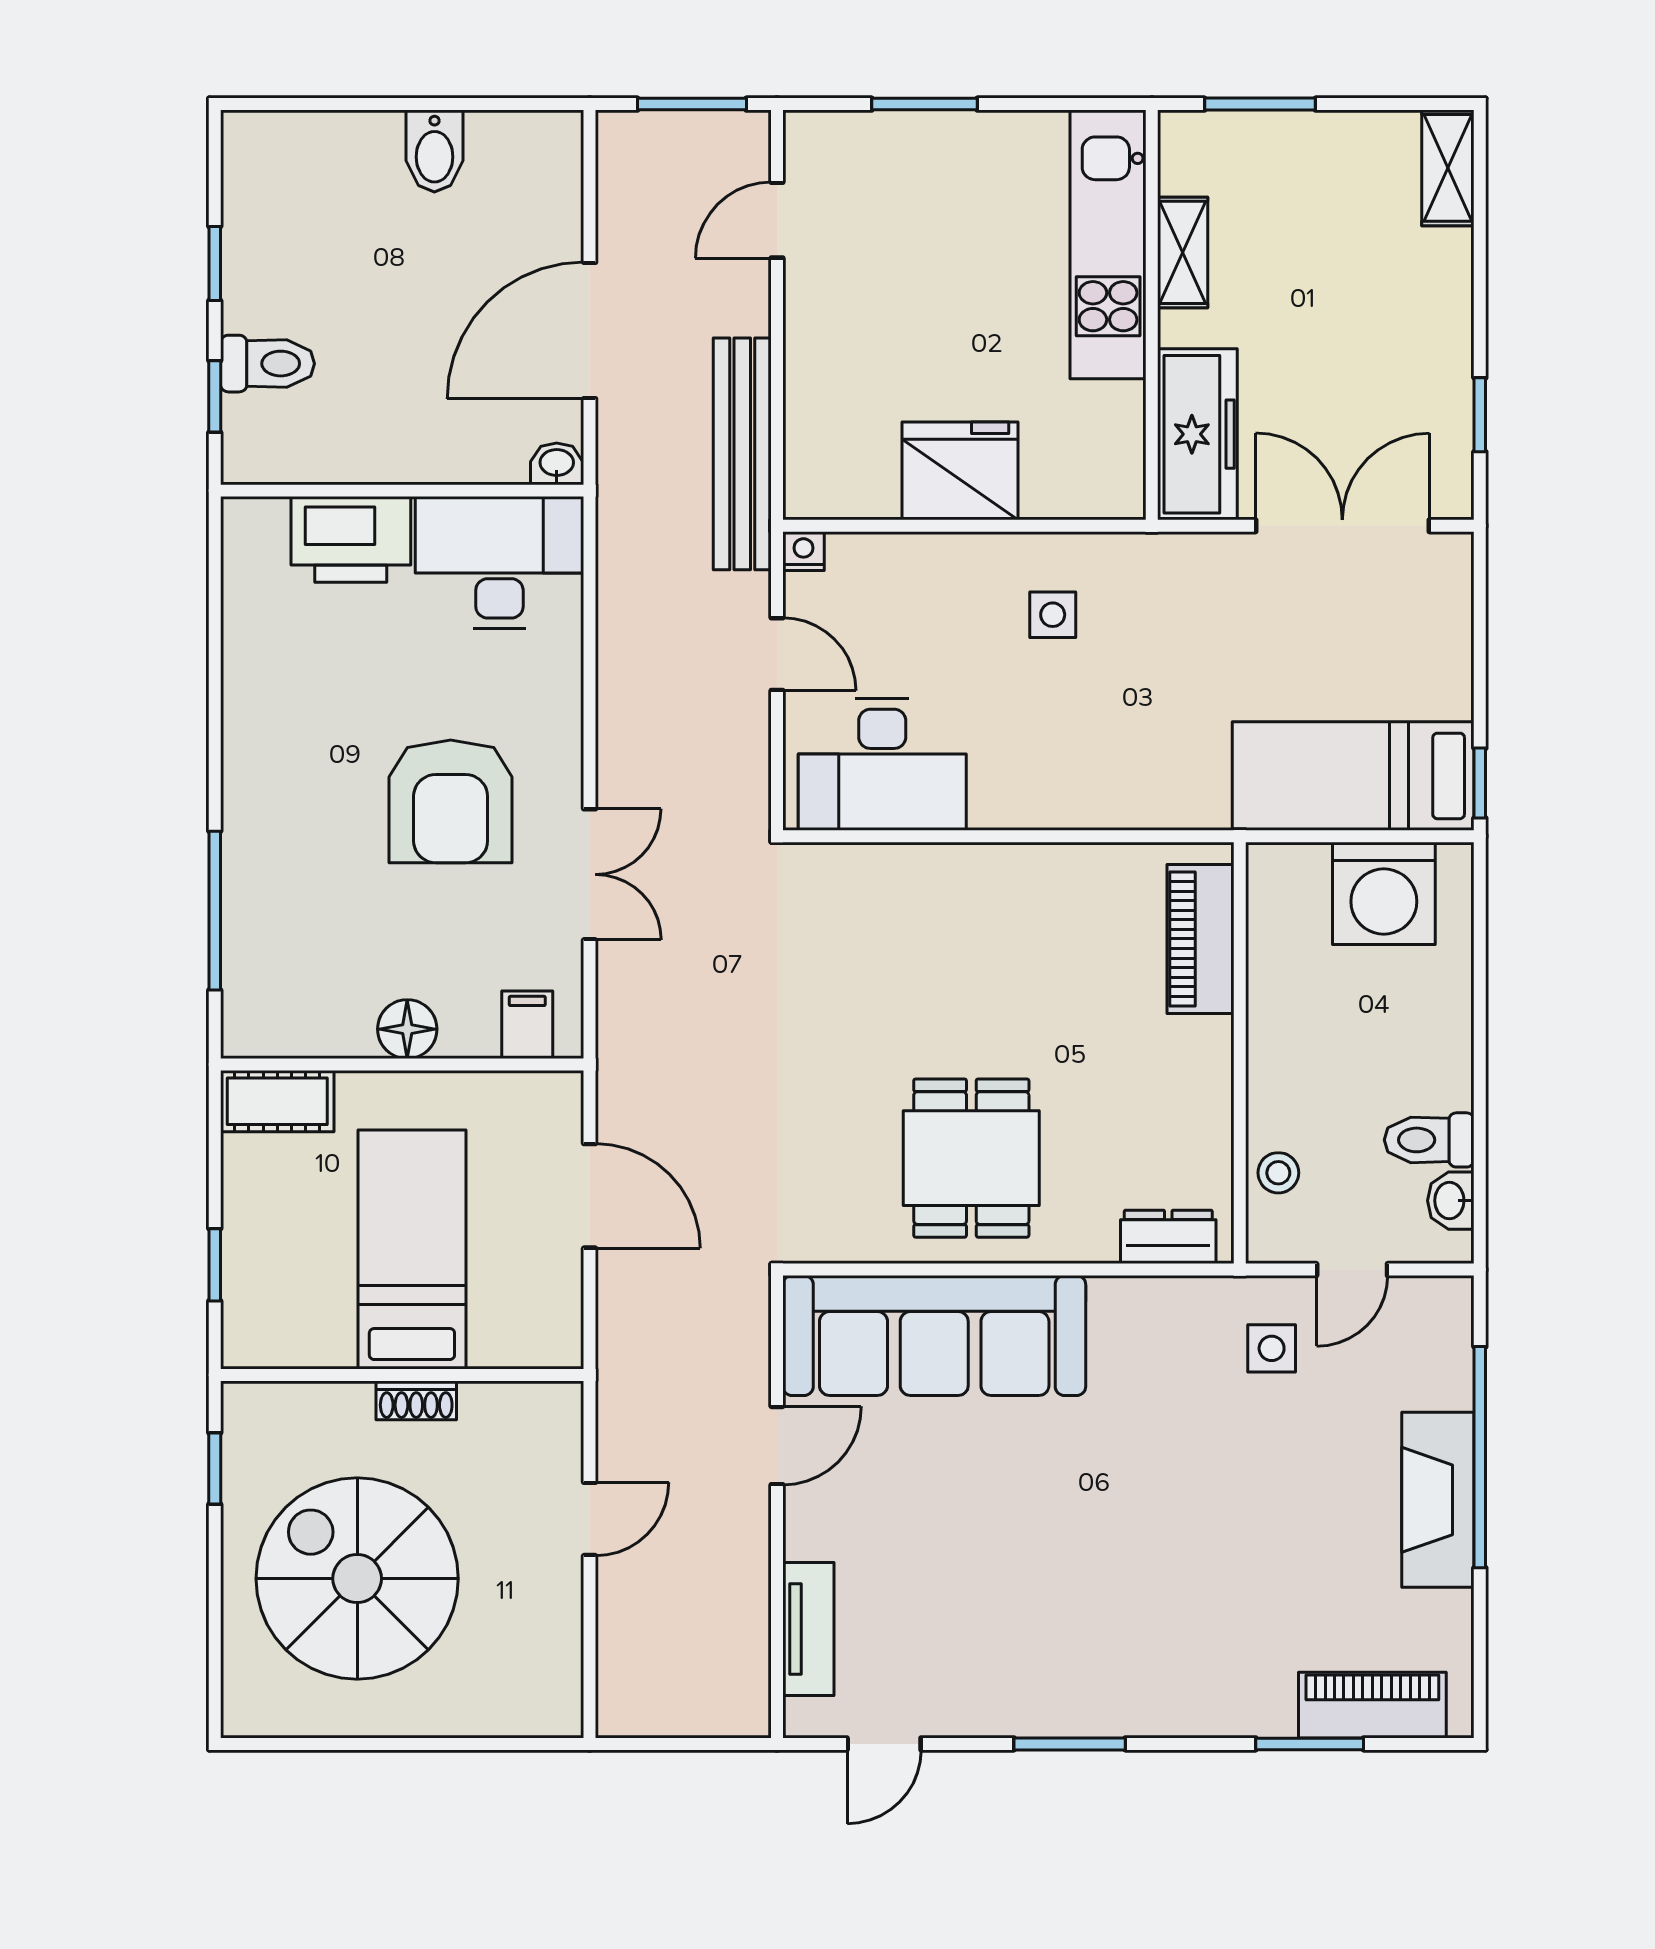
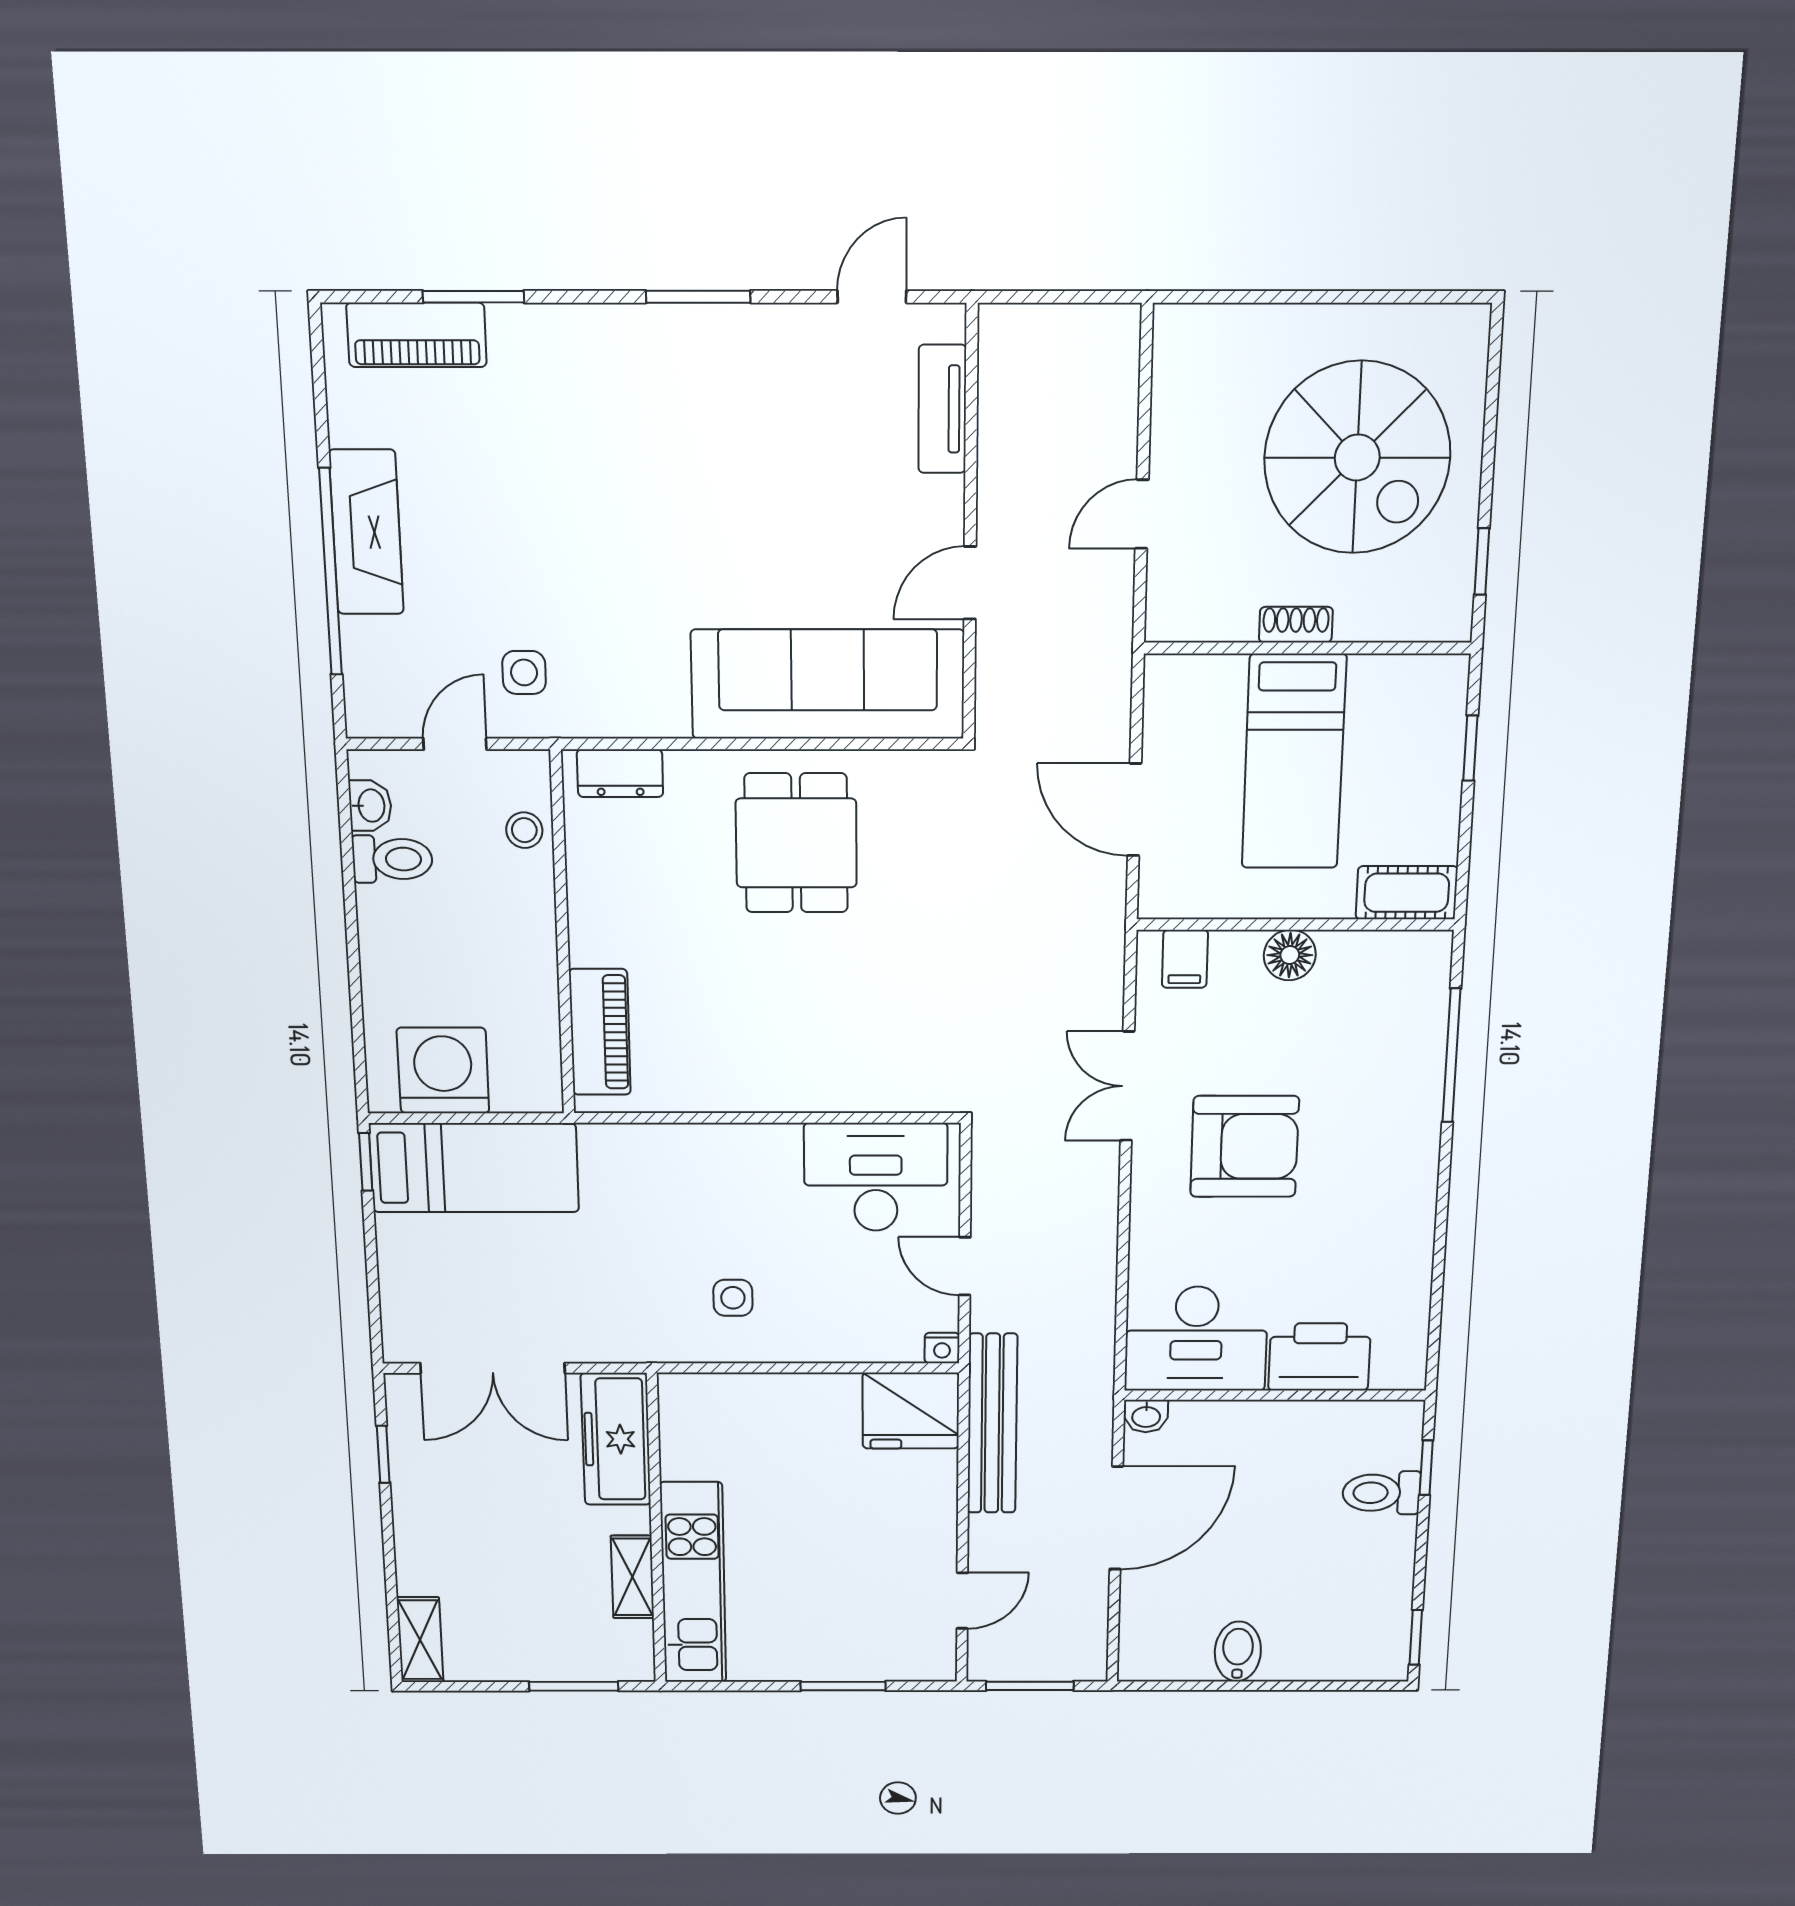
window: (215, 263) -> (1416, 1637), moved
fridge: (960, 471) -> (911, 1411), moved
armchair: (451, 801) -> (1245, 1146), turned 90

